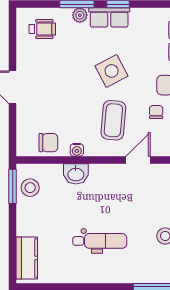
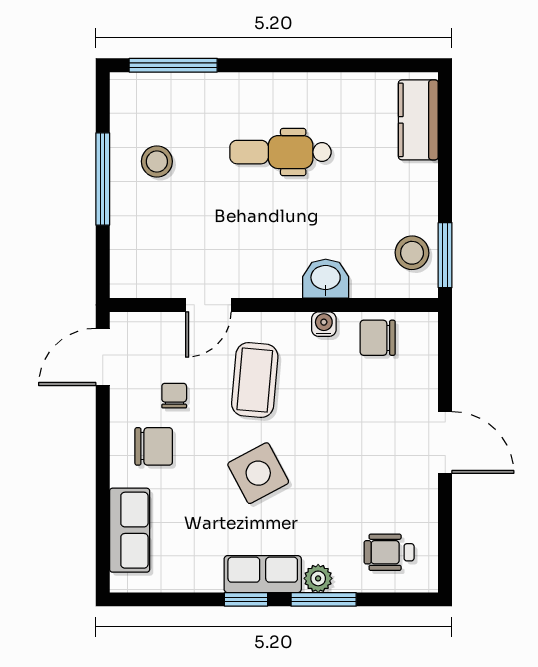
chair: (156, 112) -> (174, 396), turned 180

